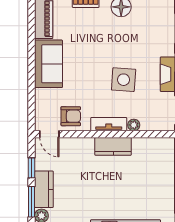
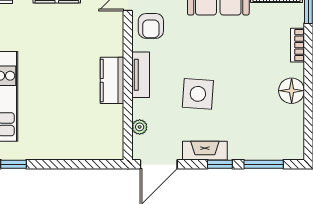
plant: (134, 125) -> (140, 127), moved

